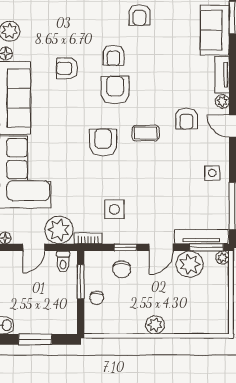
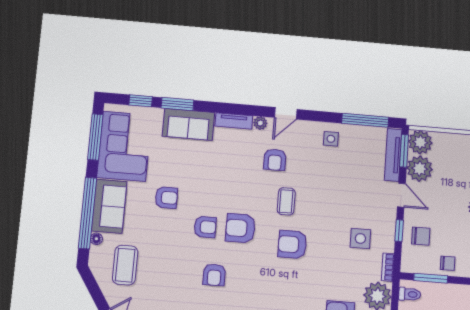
armchair: (186, 119) -> (275, 160), turned 90
plant: (223, 258) -> (420, 142), width x1.87, depth x1.87

